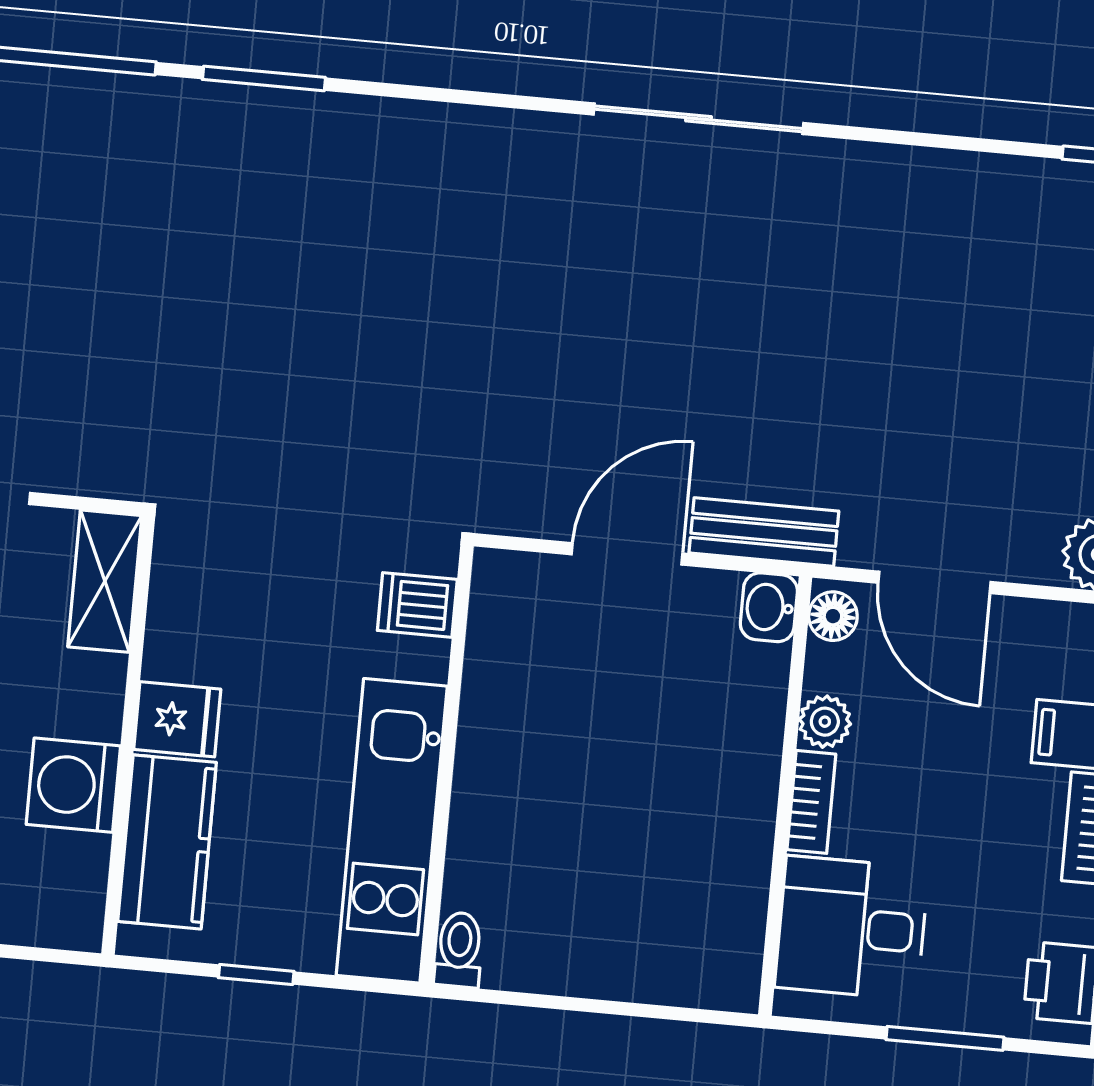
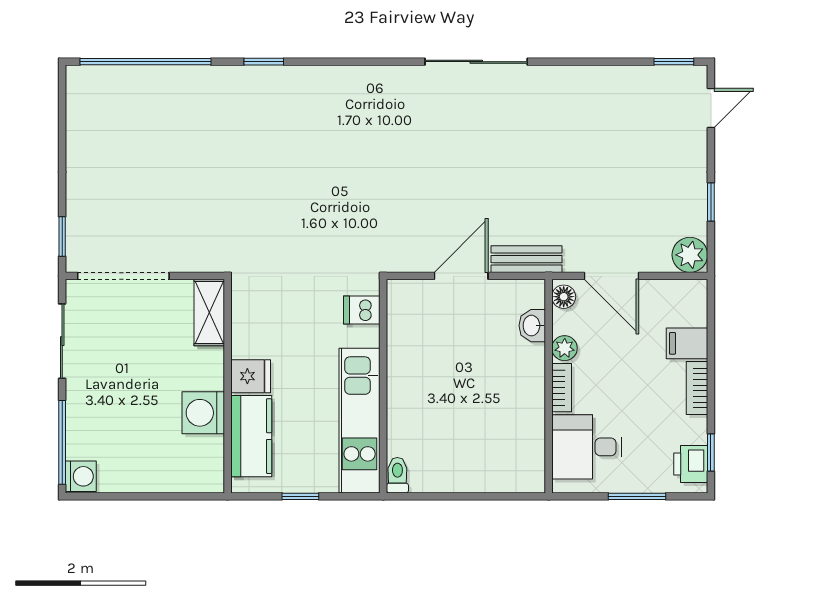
window: (264, 78) -> (264, 62), width x0.67
washbasin: (769, 607) -> (532, 326), moved

